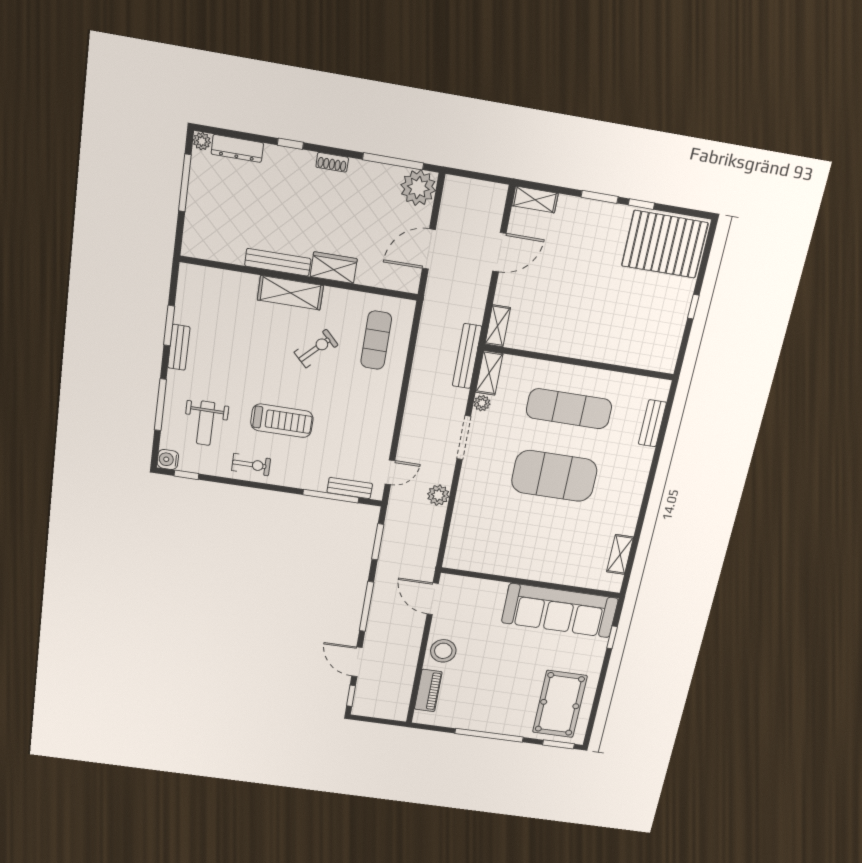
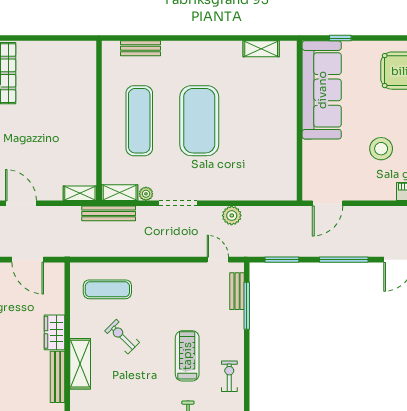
window: (693, 307) -> (39, 38), removed
stool: (443, 651) -> (381, 149), moved

